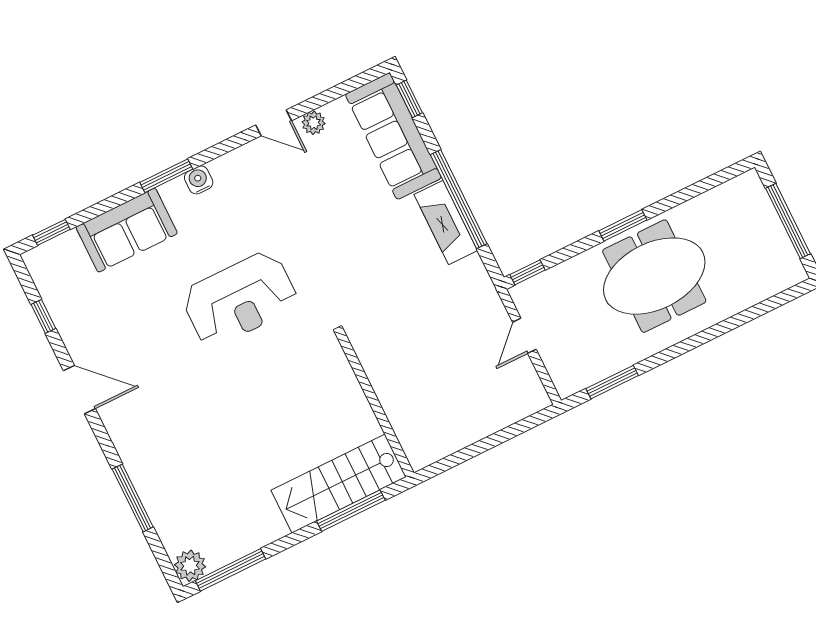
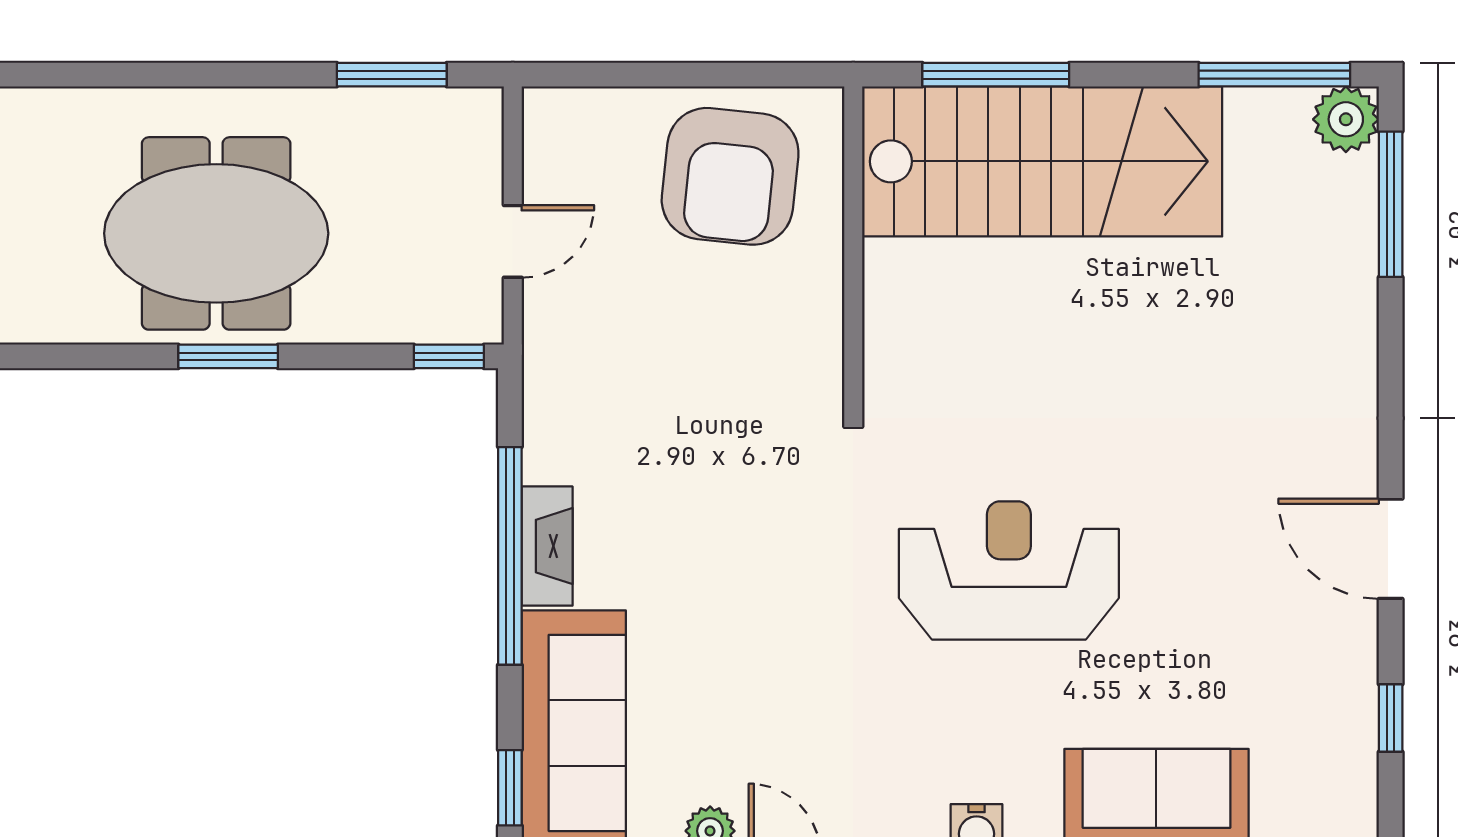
fireplace: (446, 223) -> (547, 546), width x0.73, depth x0.76
armchair: (444, 410) -> (730, 176), added
stairs: (339, 484) -> (1042, 161), width x1.36, depth x1.51
window: (133, 498) -> (1391, 204), moved

